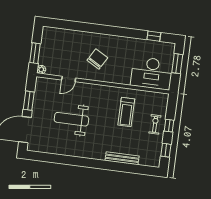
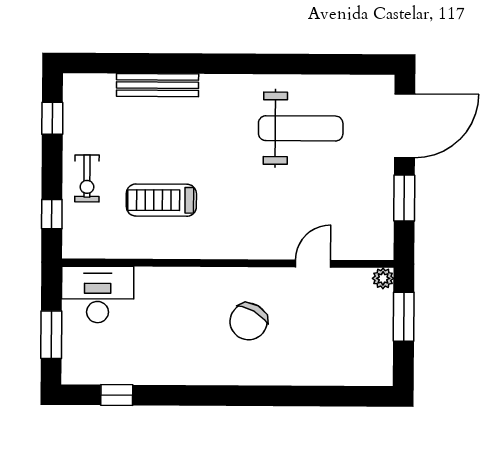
desk: (152, 73) -> (98, 295), width x0.73, depth x0.77
treadmill: (126, 112) -> (161, 200), turned -90
weight bench: (71, 119) -> (301, 128), moved
window: (169, 126) -> (52, 214), moved

